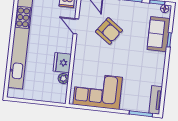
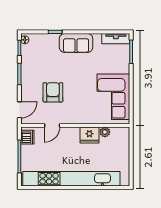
armchair: (109, 31) -> (53, 92), turned -36
sofa: (159, 34) -> (76, 43), moved

